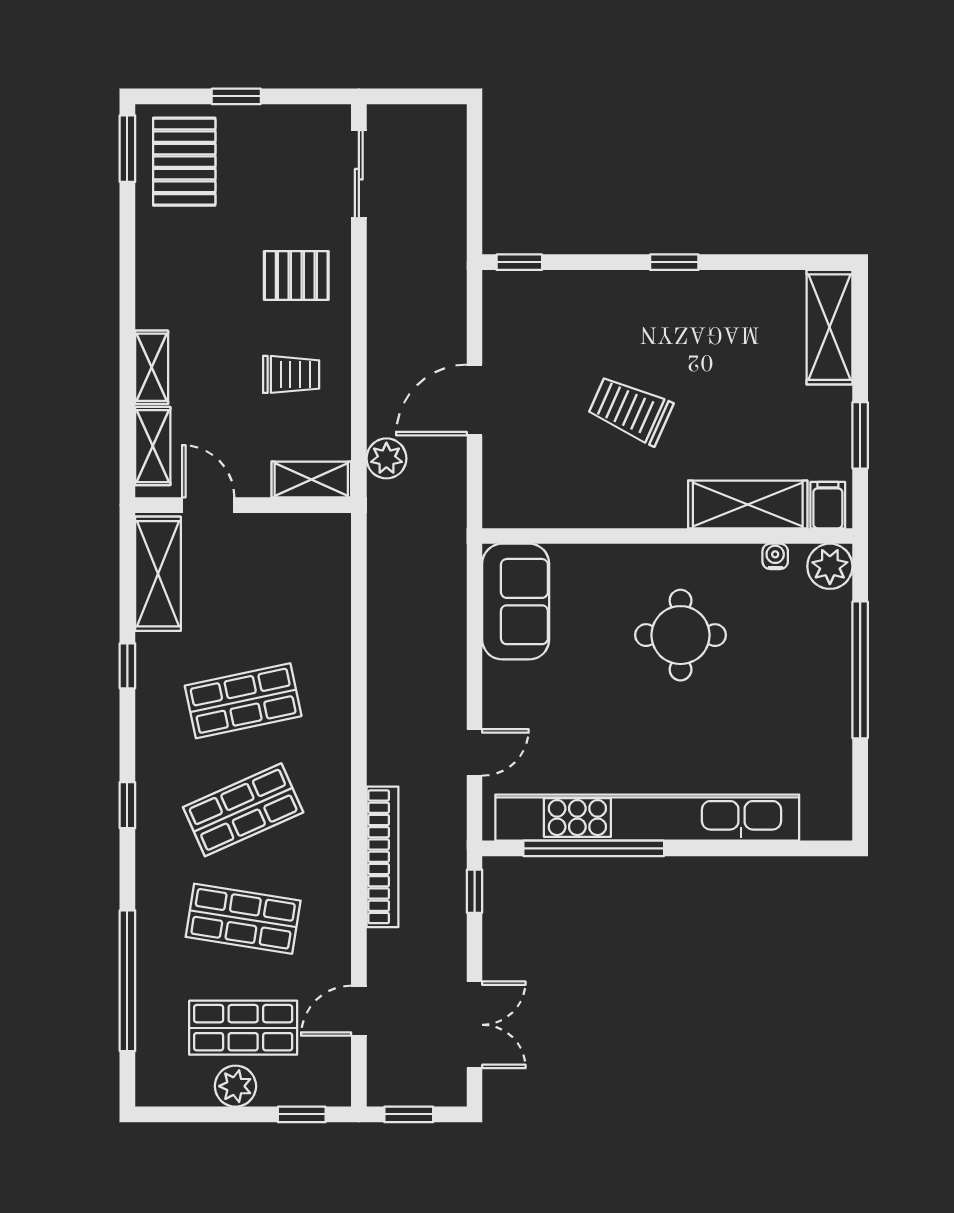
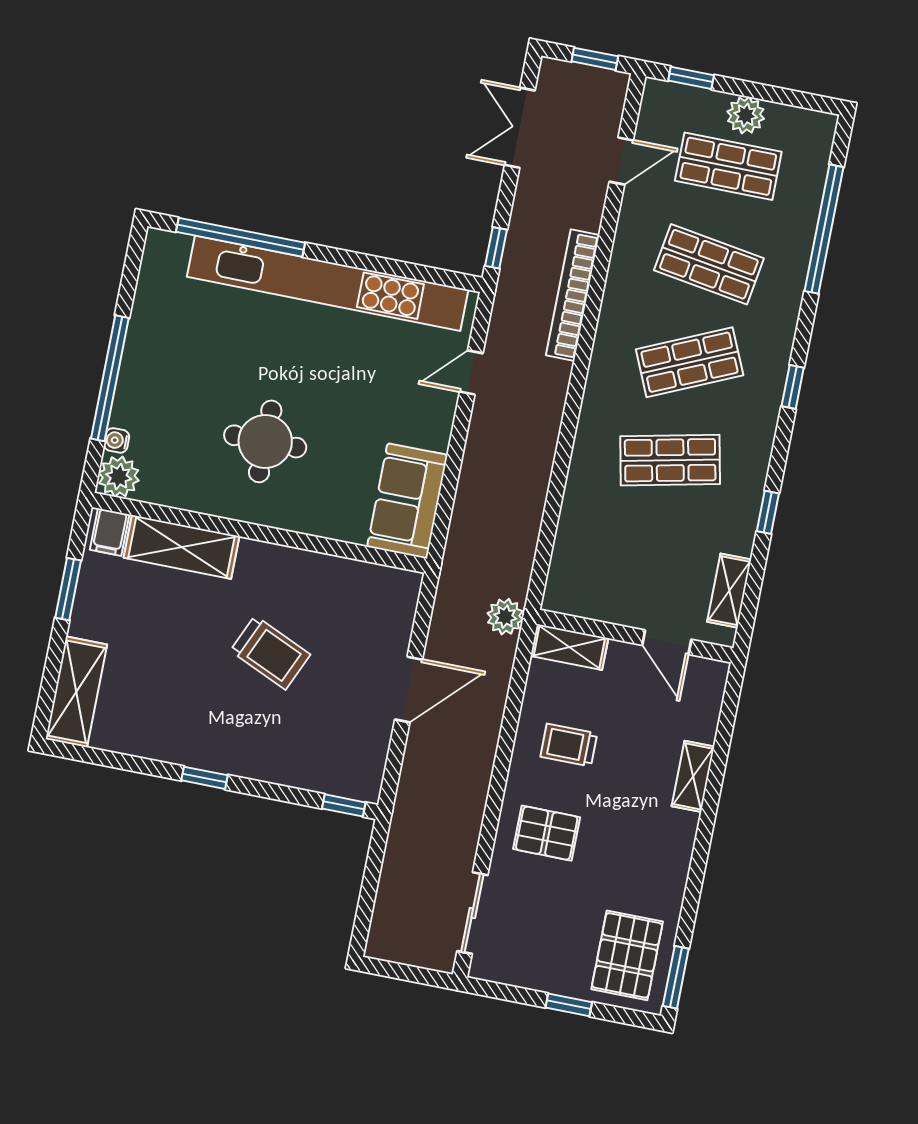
shelving: (153, 446) -> (706, 705), removed
plant: (386, 458) -> (505, 617), moved
water cooler: (775, 556) -> (117, 440), moved, turned 90
shelving: (158, 574) -> (729, 591), width x0.67, depth x0.75
window: (594, 848) -> (240, 237), moved

